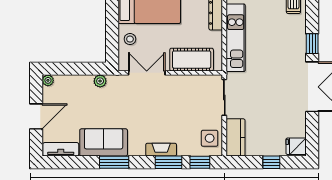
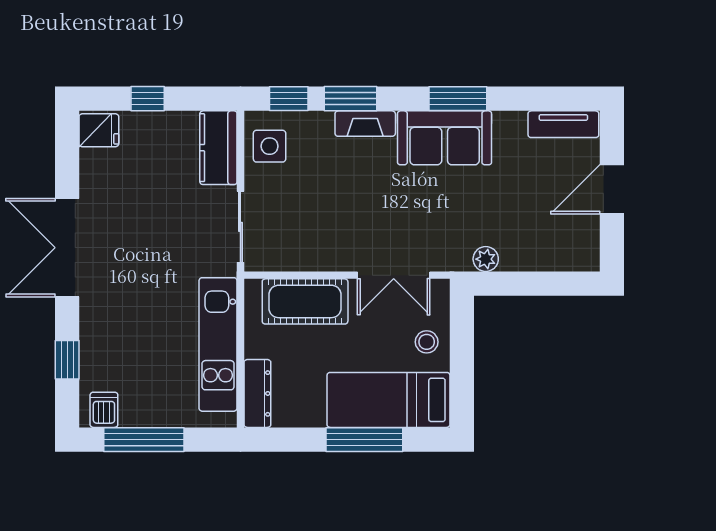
window: (312, 44) -> (67, 360), moved
plant: (48, 80) -> (589, 260), removed
sofa: (104, 142) -> (445, 138), moved

